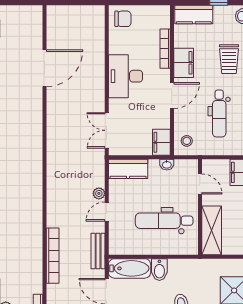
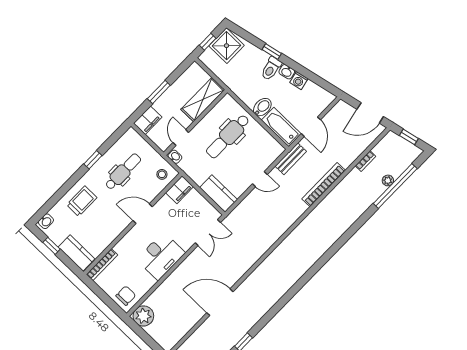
chair: (123, 19) -> (126, 296), turned 90
bookcase: (165, 49) -> (102, 265), moved
filing cabinet: (184, 63) -> (114, 228), removed
door: (45, 68) -> (220, 302), moved
washbasin: (167, 165) -> (175, 157), moved
plant: (99, 193) -> (143, 316), moved, width x1.88, depth x1.88
dental chair: (164, 221) -> (228, 136), turned 90

